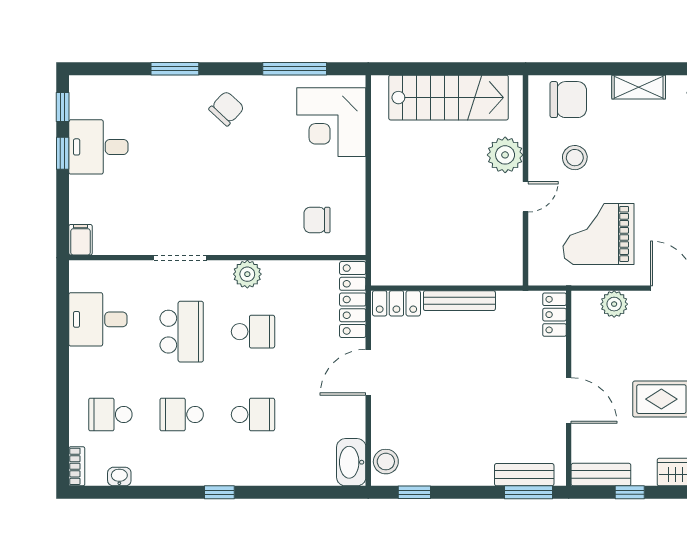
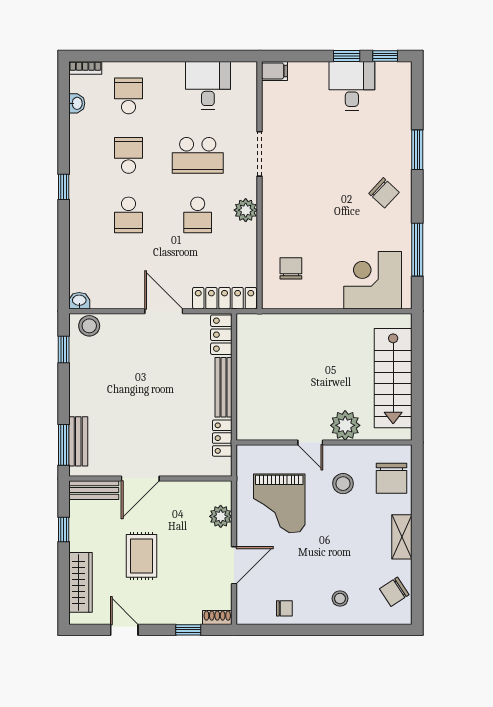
grand piano: (599, 234) -> (279, 503), turned 180
locker: (554, 315) -> (222, 438), moved, turned -90
washbasin: (351, 462) -> (79, 301), width x0.52, depth x0.69
bench: (601, 475) -> (94, 490), moved, turned 90

